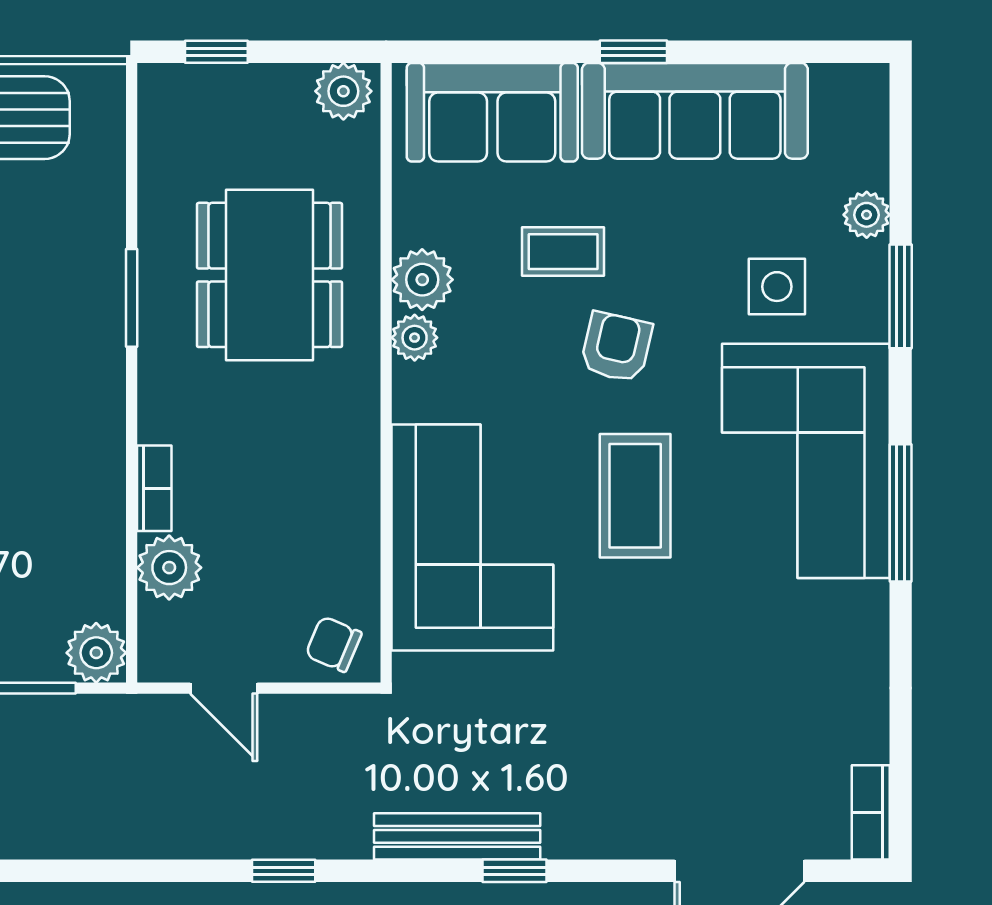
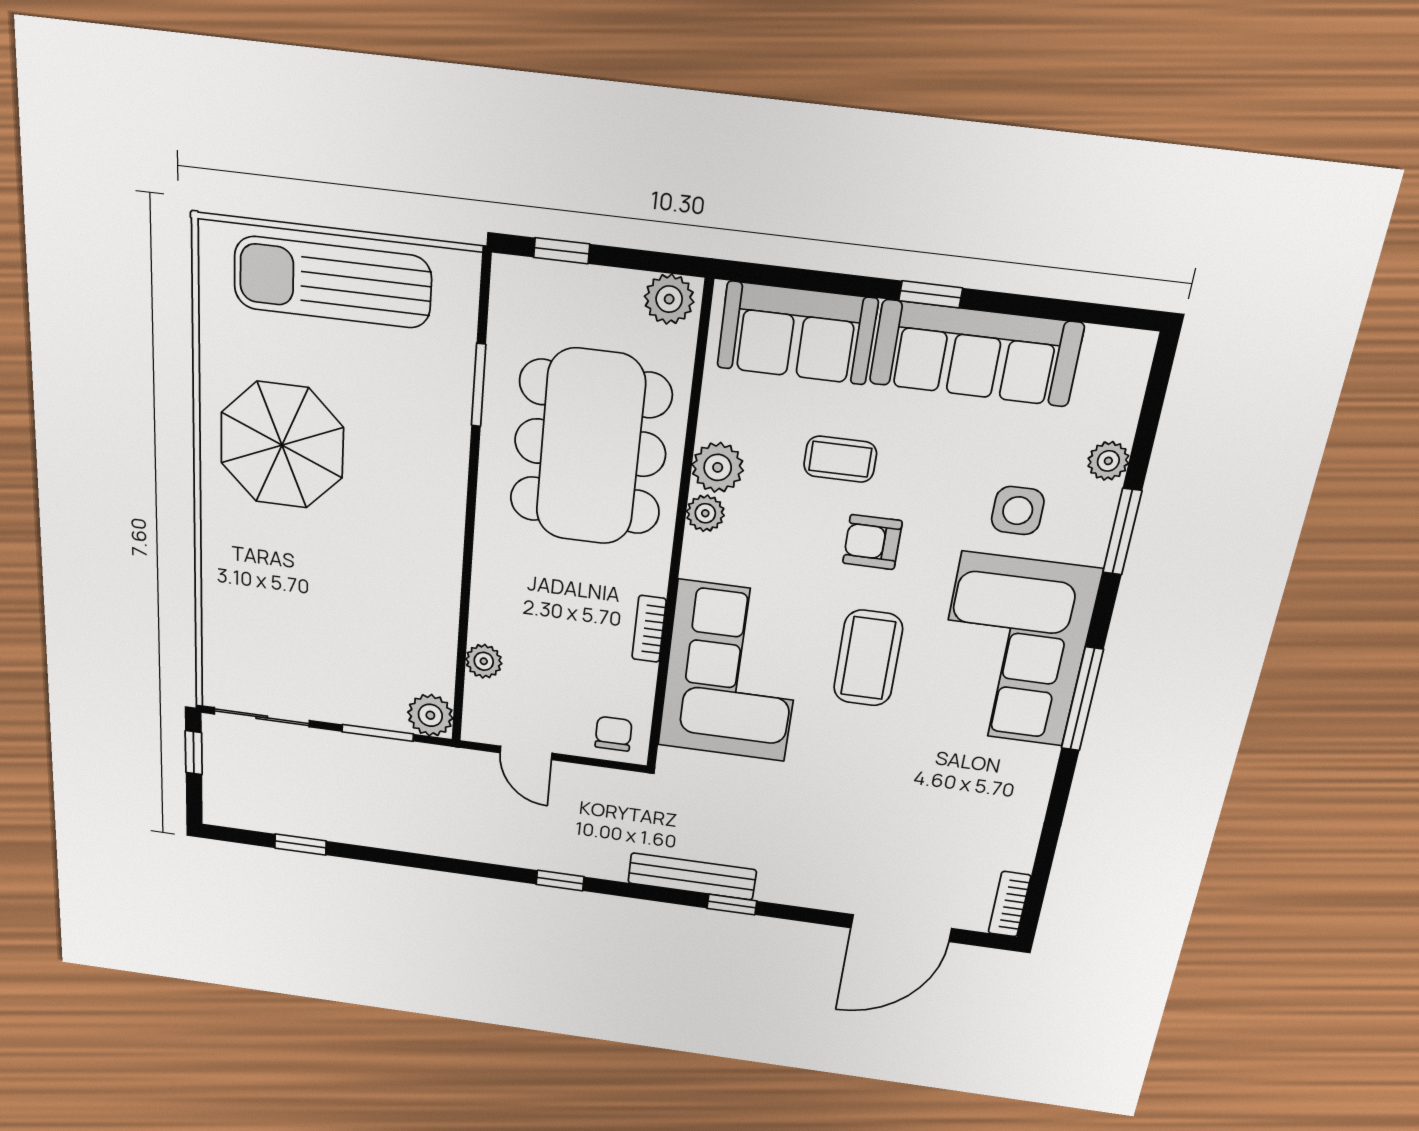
dining table: (269, 275) -> (590, 448), width x1.36, depth x1.24
window: (132, 298) -> (479, 385), moved
armchair: (616, 347) -> (872, 542), turned -103
bookcase: (154, 488) -> (649, 629), moved, turned 180
plant: (169, 568) -> (484, 661), width x0.73, depth x0.73
chair: (334, 644) -> (613, 734), turned 67

